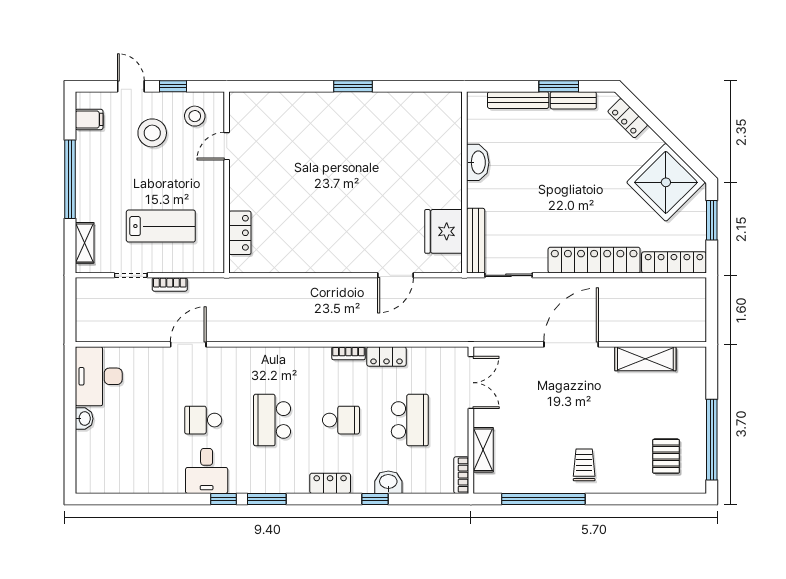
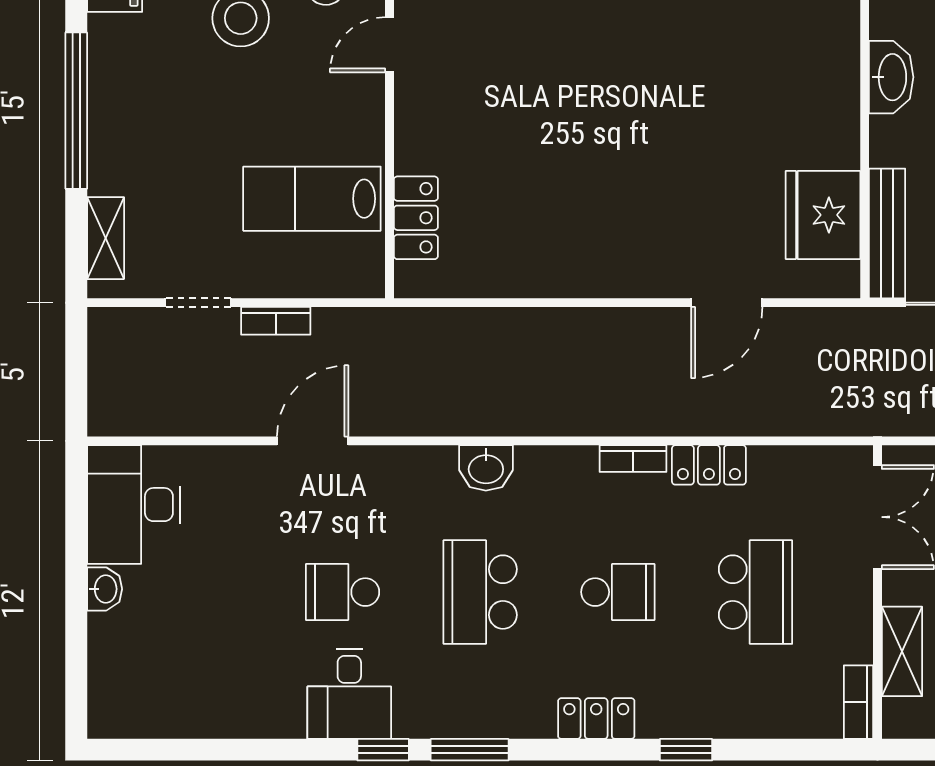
lab bench: (161, 226) -> (312, 199), moved, turned 180
washbasin: (388, 482) -> (486, 468), moved, turned 180

